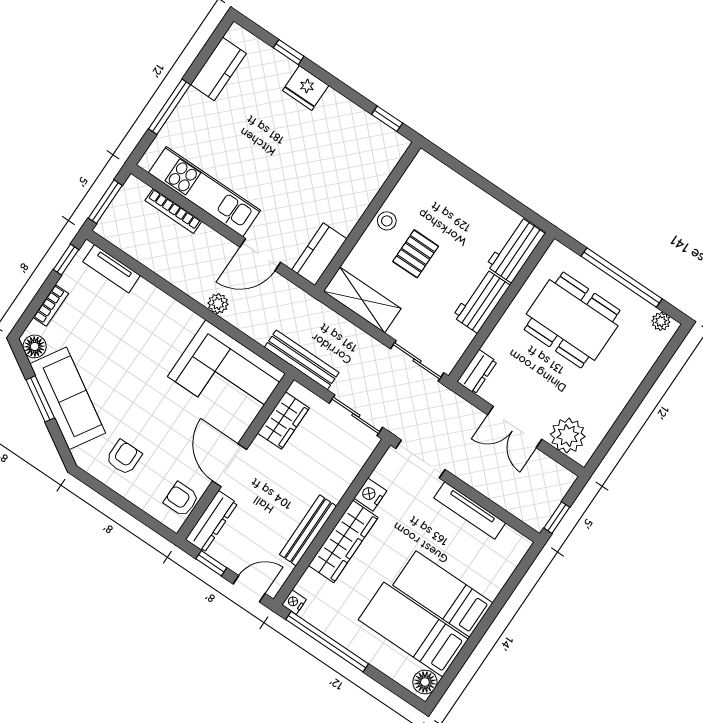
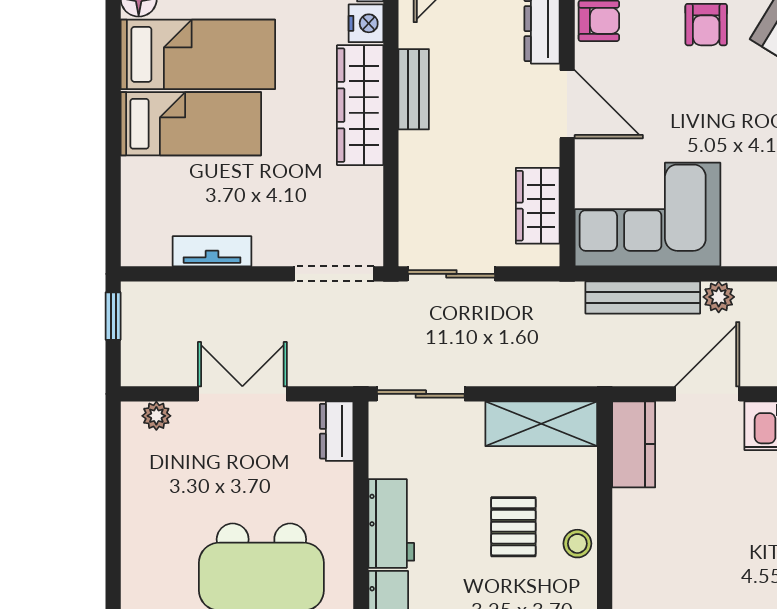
bench: (302, 360) -> (643, 297), moved
plant: (568, 435) -> (156, 416), width x0.53, depth x0.53
nightstand: (370, 495) -> (366, 23), moved
tv unit: (470, 510) -> (212, 251), width x0.71
bench: (308, 530) -> (414, 89), width x0.73

